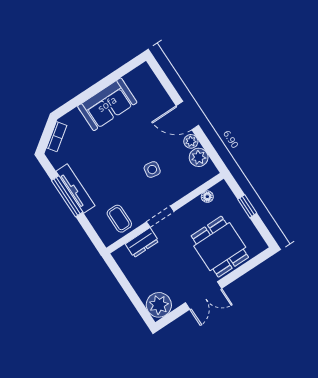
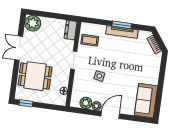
sofa: (107, 104) -> (146, 100), moved
window: (67, 196) -> (122, 25), width x0.69
window: (247, 206) -> (26, 103), moved
dresser: (142, 243) -> (71, 30), moved

